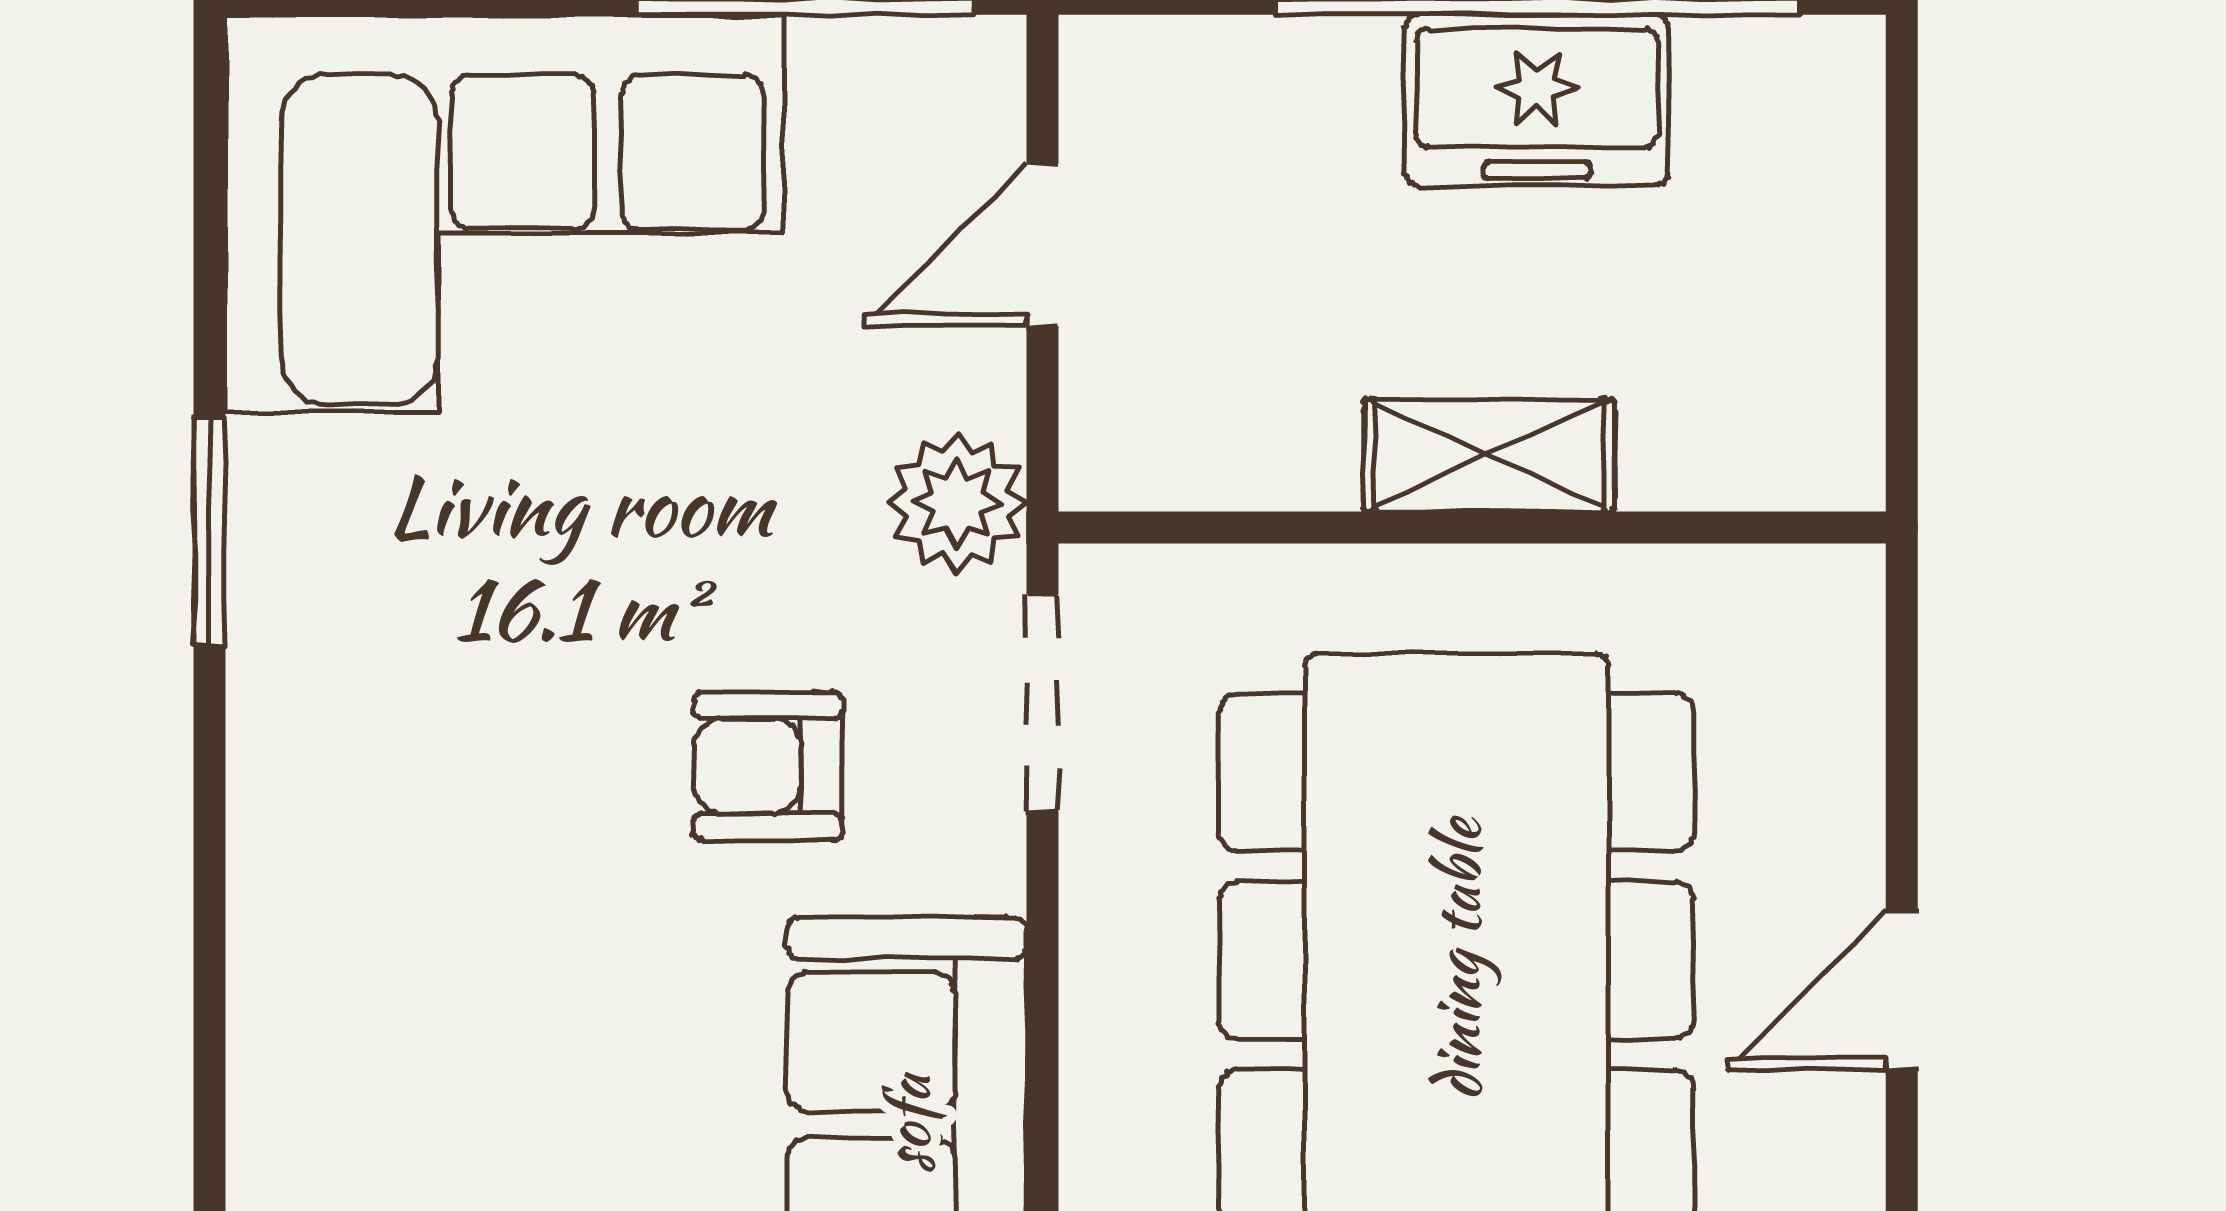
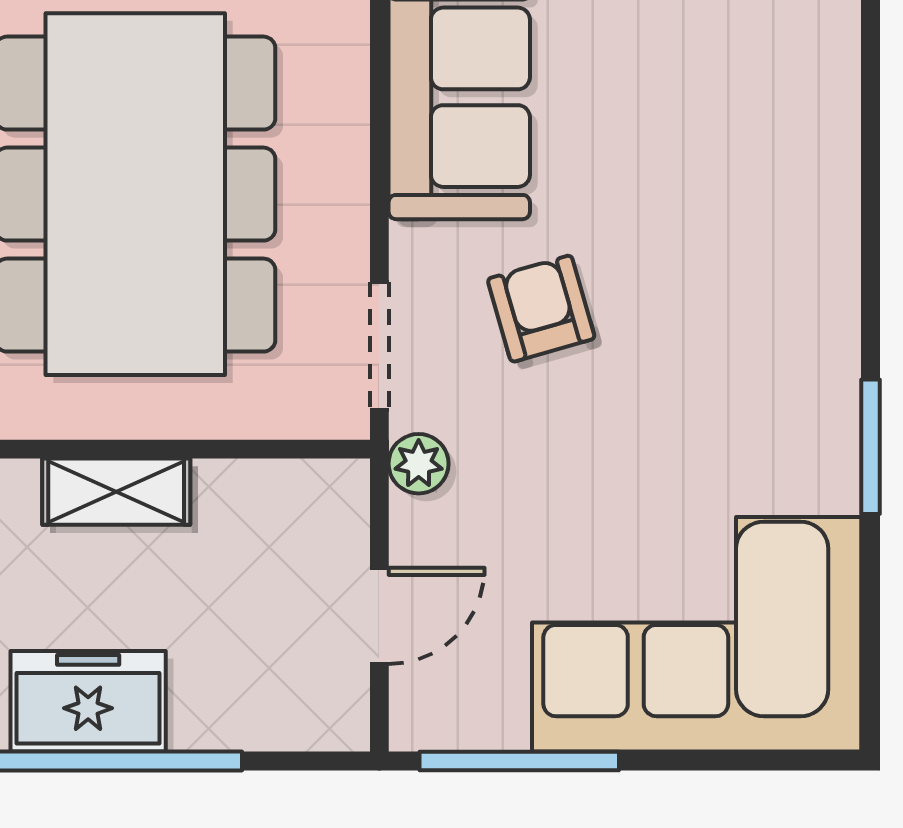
plant: (957, 503) -> (419, 464), width x0.73, depth x0.73
armchair: (768, 766) -> (541, 309), turned -106

